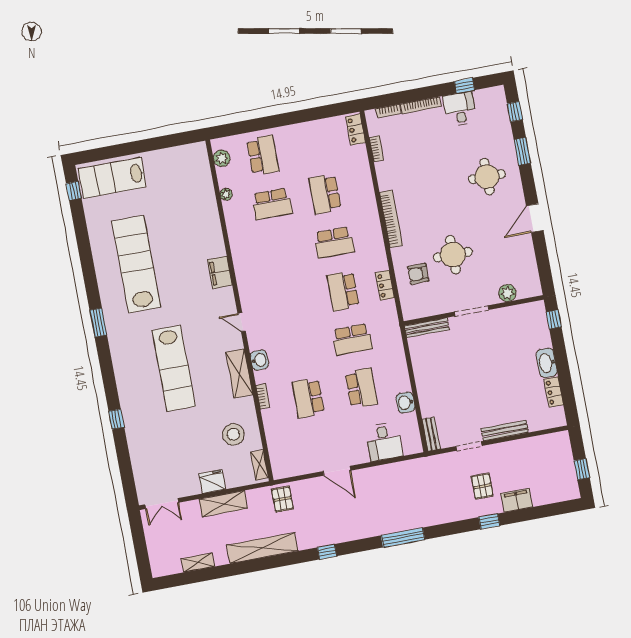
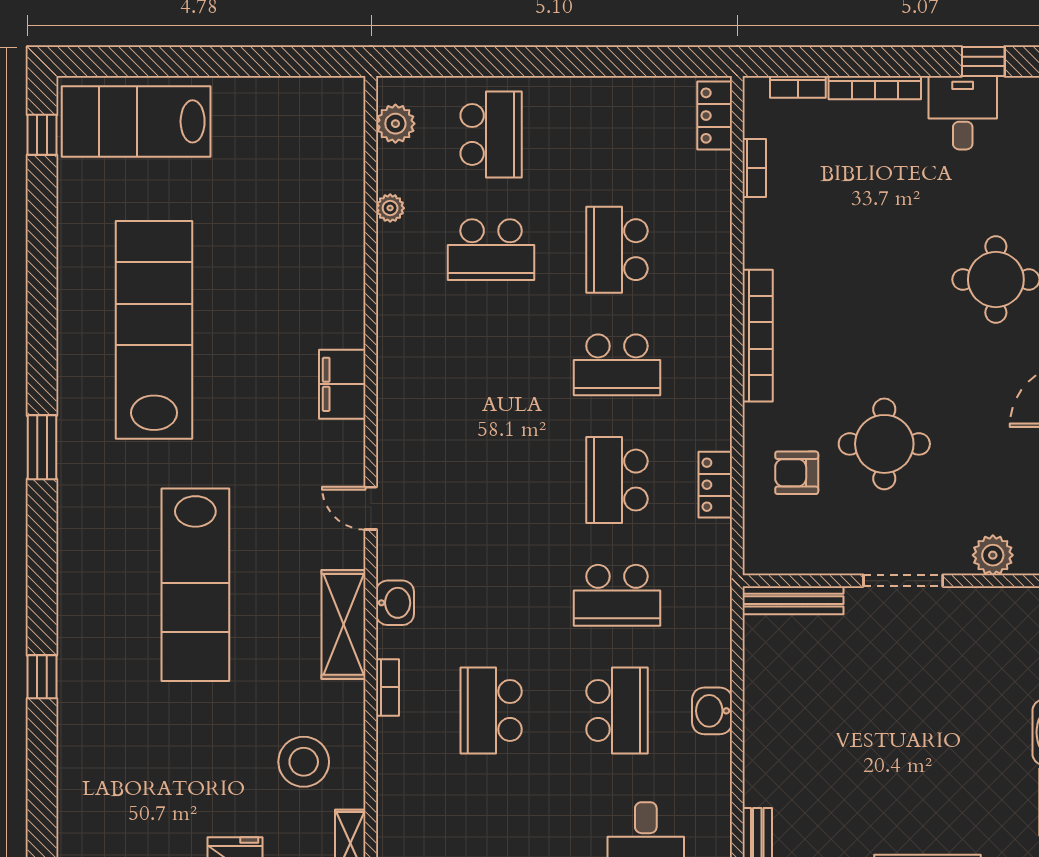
washbasin: (405, 403) -> (712, 711), moved

